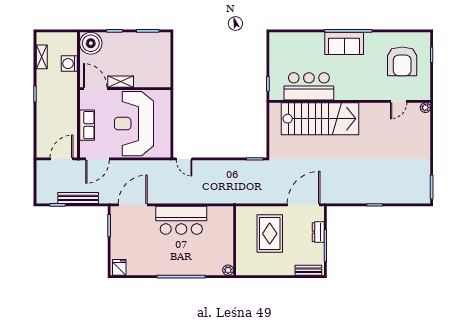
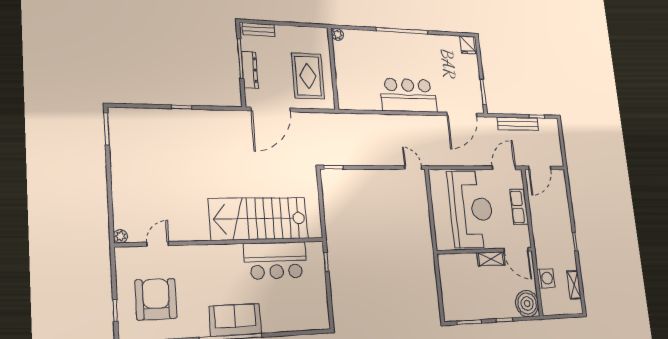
dresser: (318, 232) -> (250, 70), width x1.44
wall: (235, 241) -> (333, 68), moved
plant: (228, 270) -> (337, 34), moved

